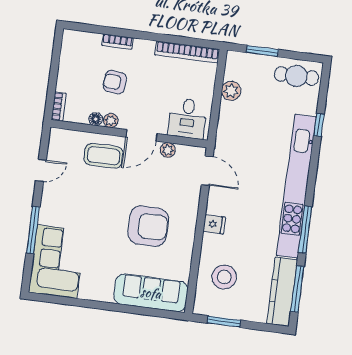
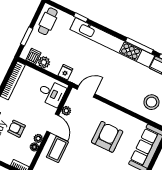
dishwasher: (235, 72) -> (33, 56), added
armchair: (115, 82) -> (17, 129), turned 85
fridge: (214, 224) -> (65, 72), moved

